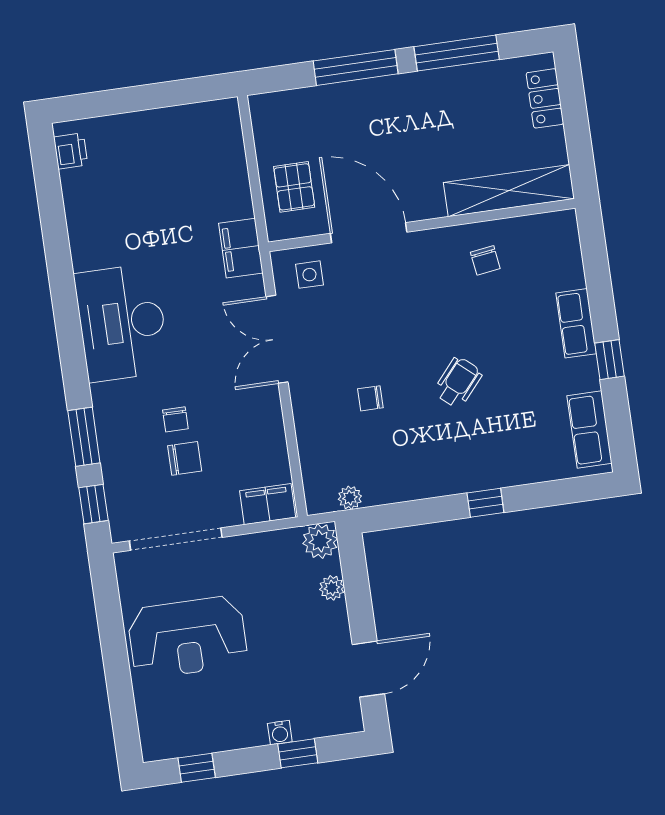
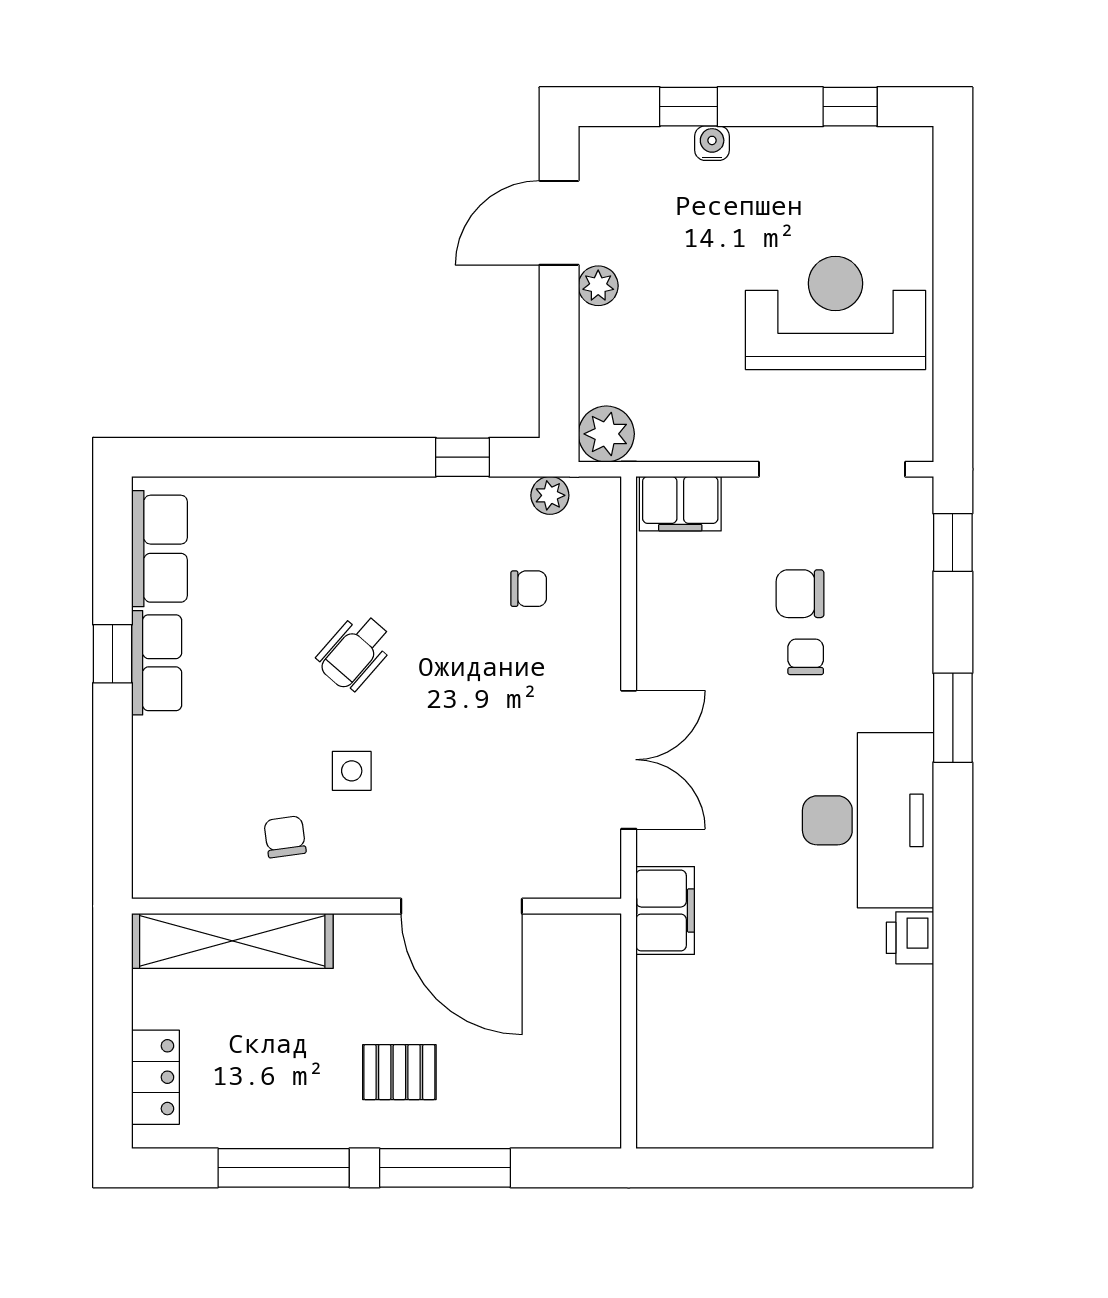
printer: (71, 151) -> (910, 938), moved
pallet: (294, 187) -> (399, 1072), moved, turned 90
side table: (309, 275) -> (352, 771), moved
row of seats: (576, 323) -> (157, 663), moved
chair: (370, 398) -> (529, 589), moved
window: (84, 437) -> (953, 718), moved
window: (485, 503) -> (462, 457), moved
plant: (332, 588) -> (598, 286), moved

